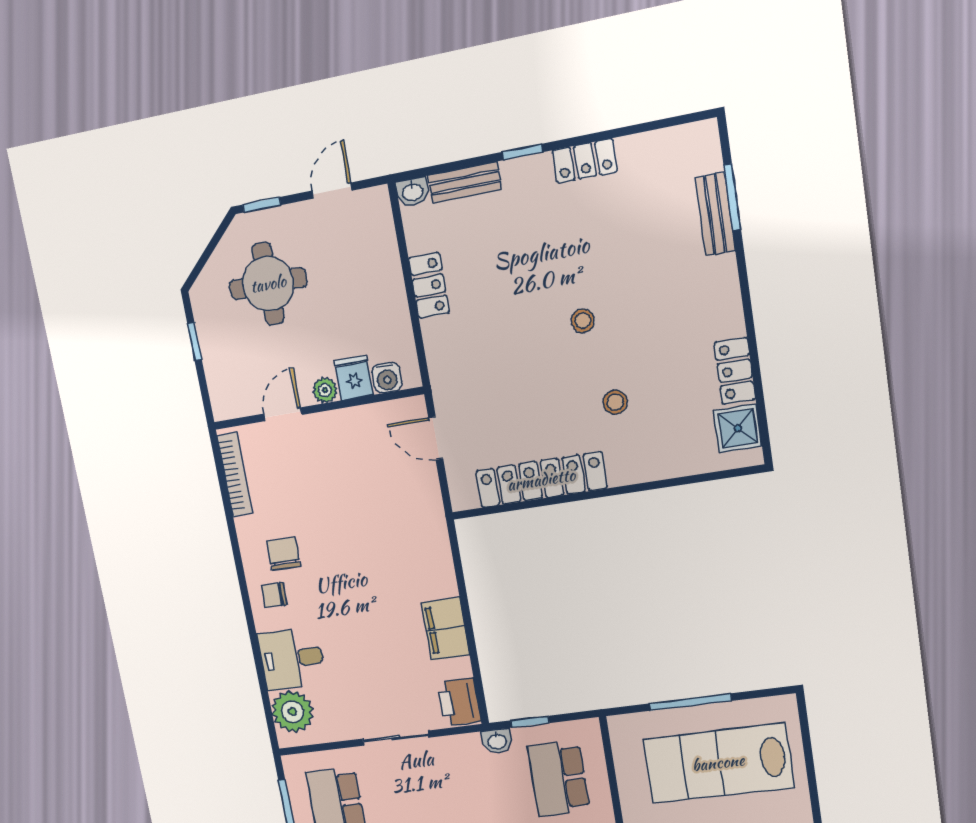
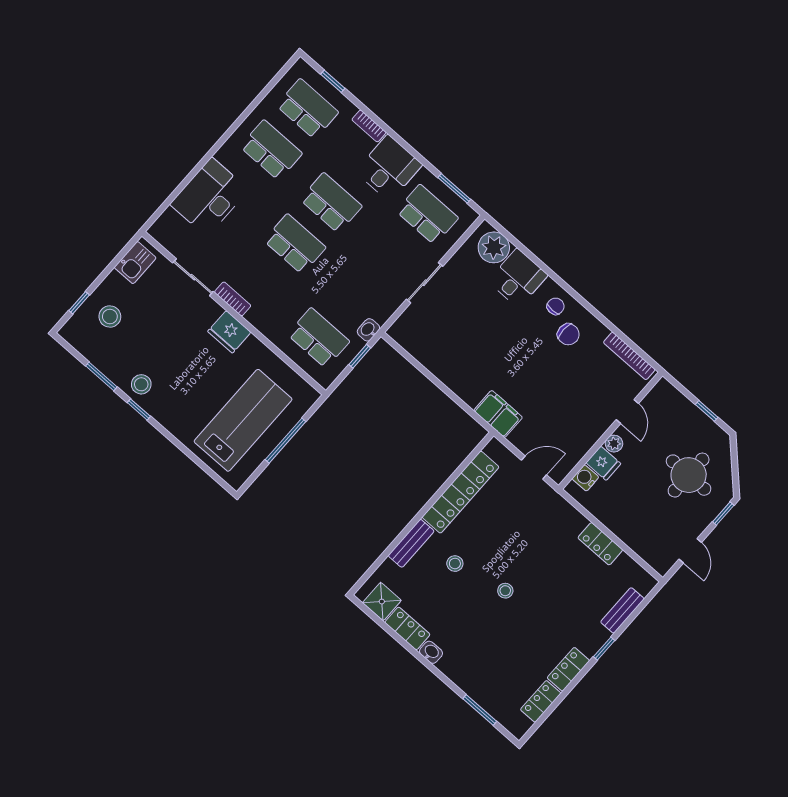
locker: (650, 147) -> (541, 701), added
washbasin: (412, 192) -> (431, 652), moved, turned 90
bench: (715, 214) -> (411, 543), moved, turned 90
filing cabinet: (445, 629) -> (498, 414), moved
printer: (459, 702) -> (406, 334), removed

